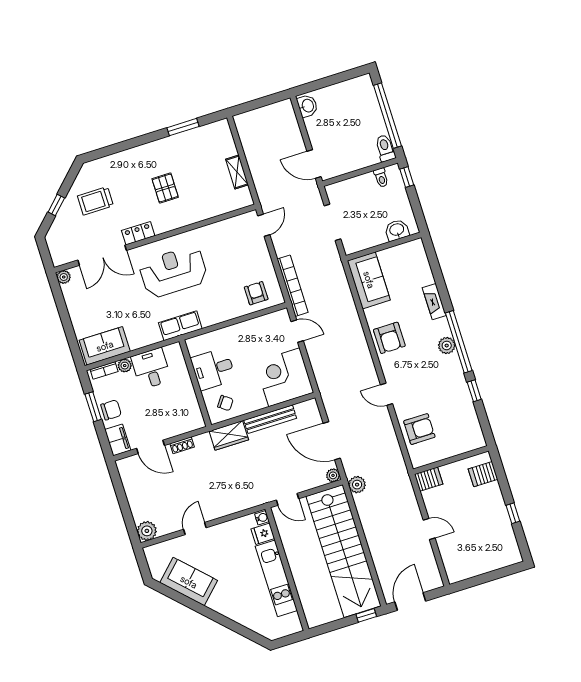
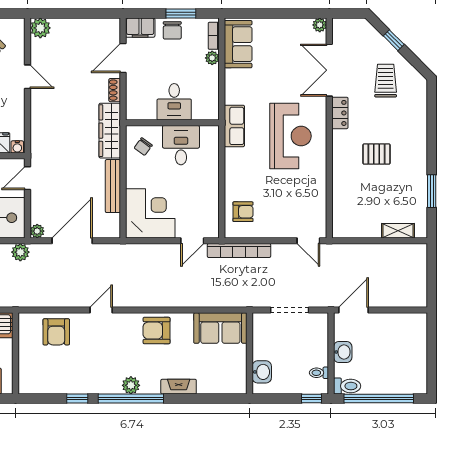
washbasin: (307, 106) -> (343, 352), moved, turned -90
shelving: (237, 172) -> (398, 231), moved
desk: (151, 369) -> (174, 102), moved, turned 90
wardrobe: (229, 435) -> (110, 131), width x1.50

